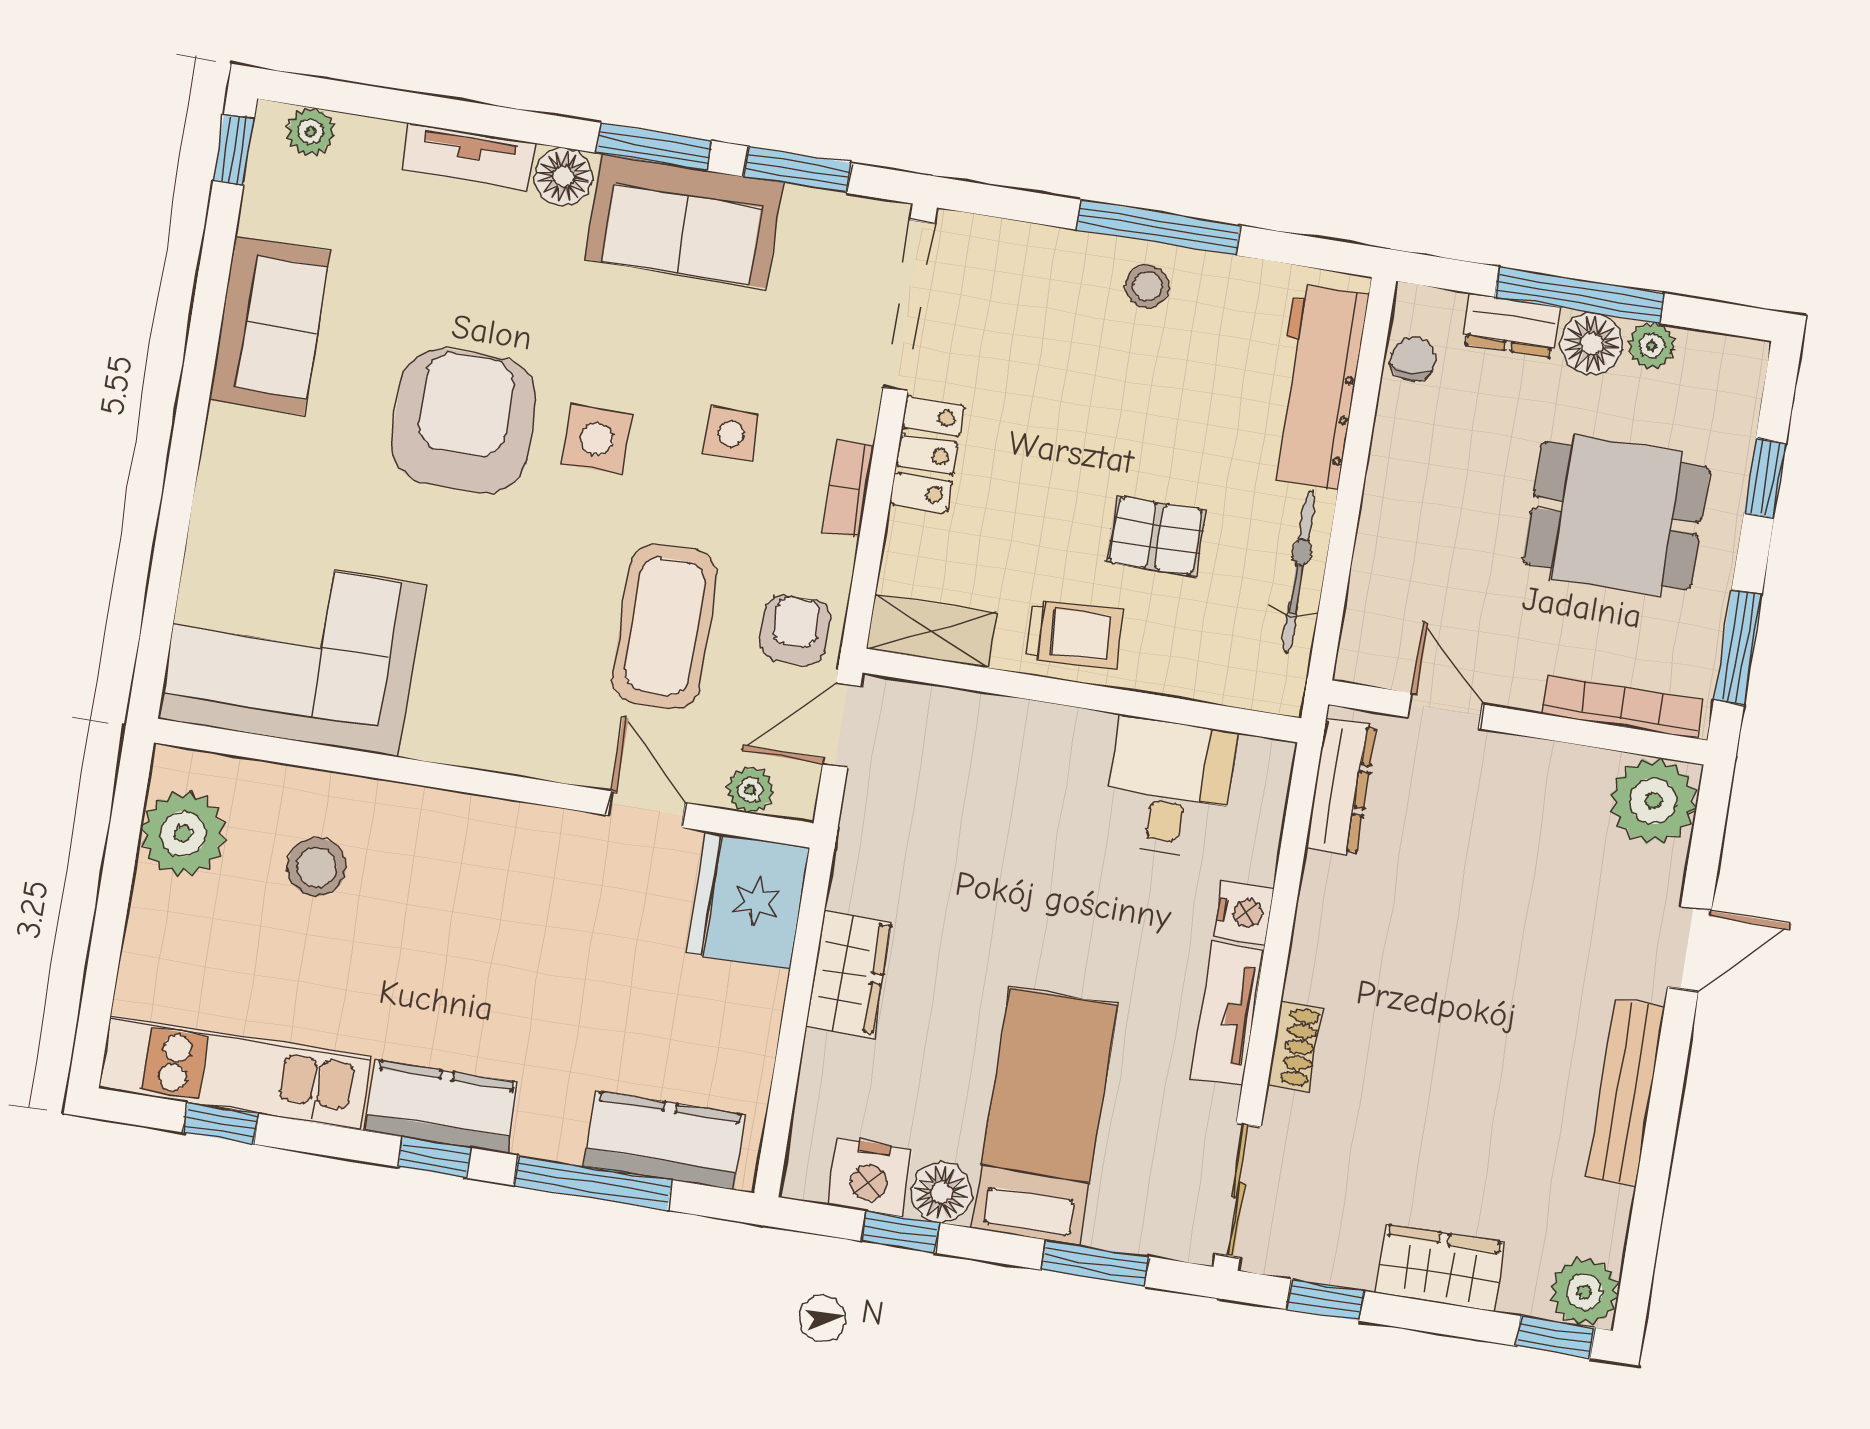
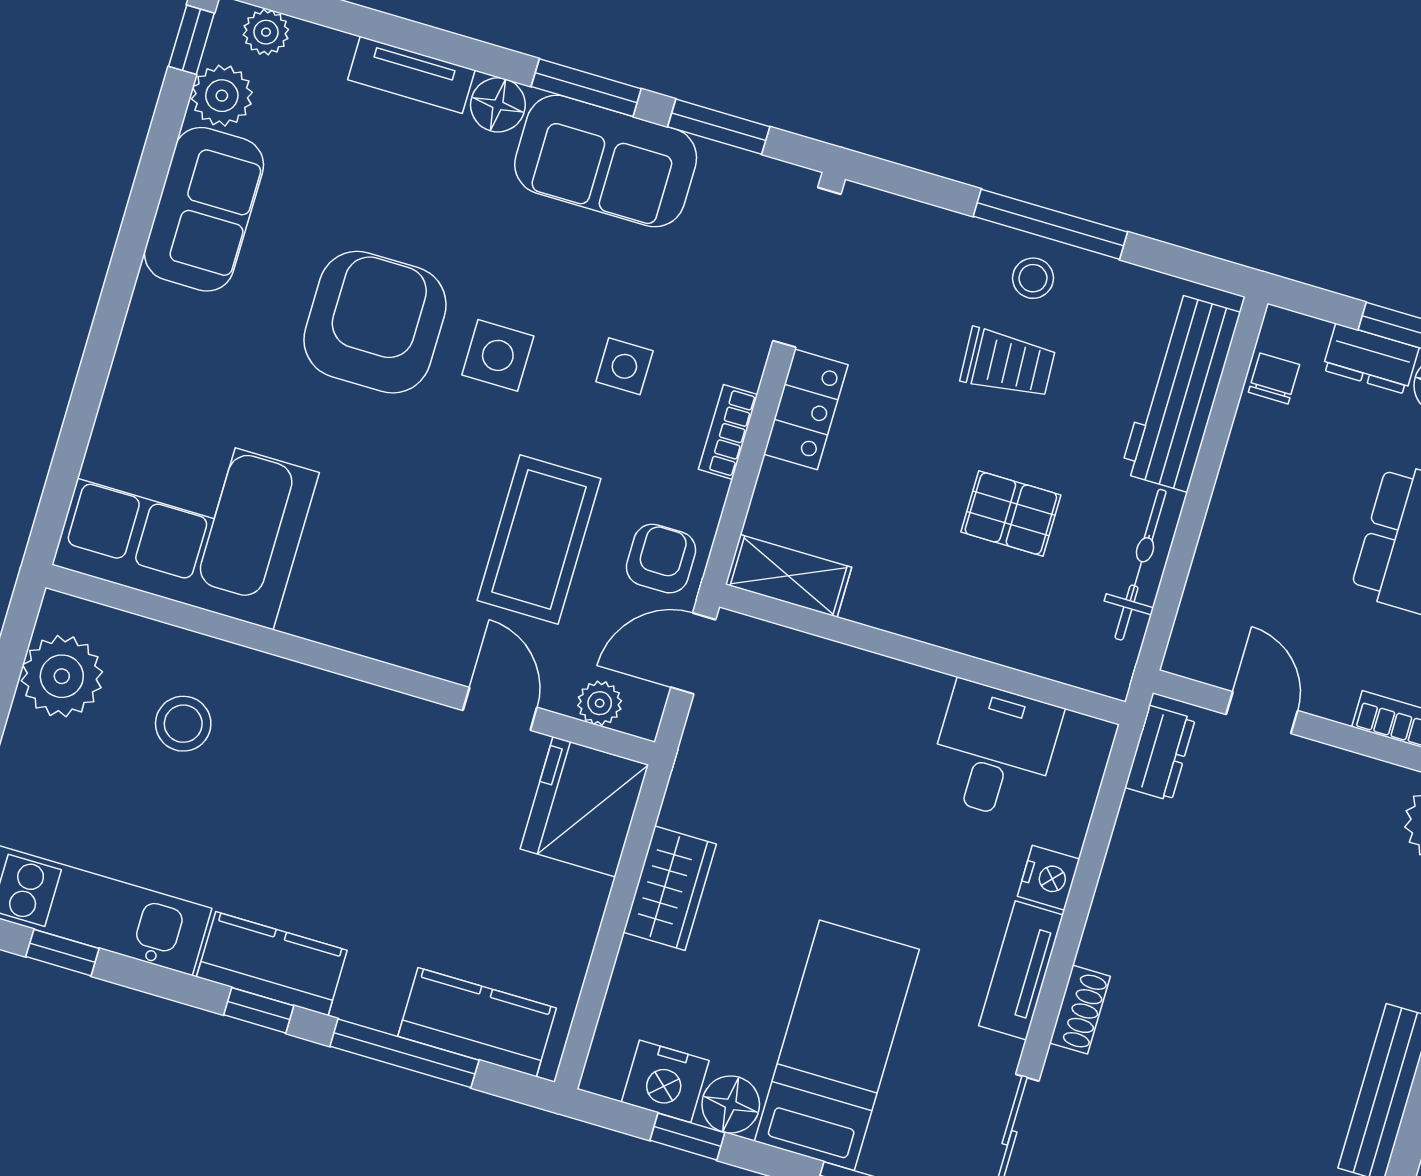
plant: (273, 204) -> (222, 96), added
trolley: (1074, 634) -> (1008, 363), moved
dresser: (1341, 787) -> (1160, 753), width x0.70

